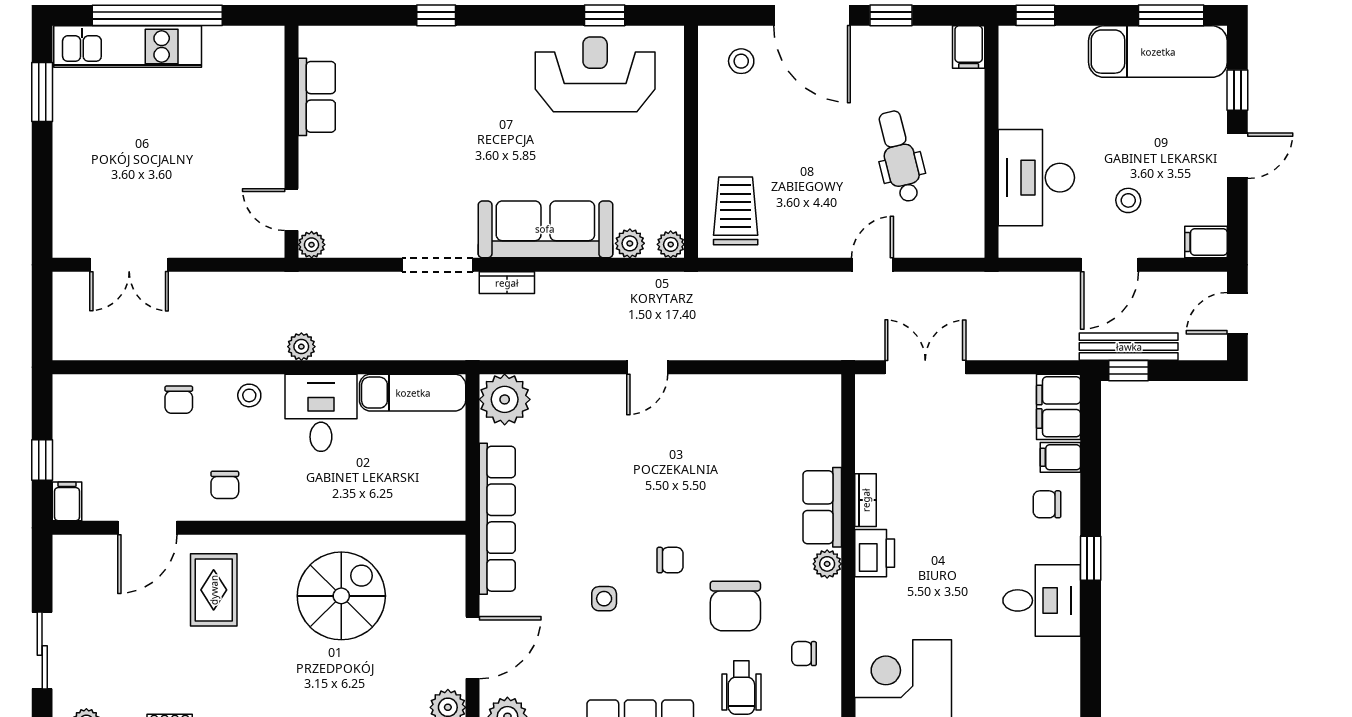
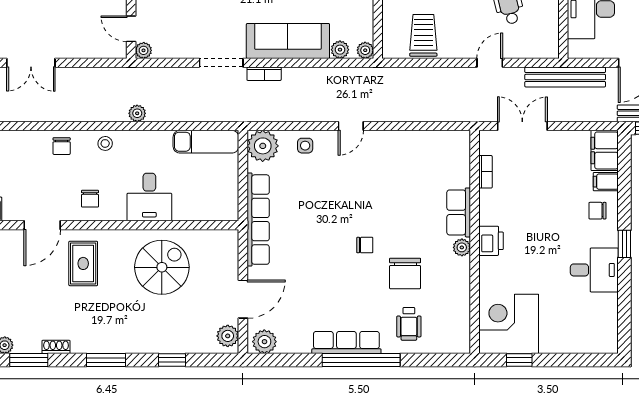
trolley: (736, 211) -> (423, 35), moved
bench: (995, 288) -> (565, 77), added
desk: (321, 413) -> (149, 197), moved, turned 180
bookcase: (866, 500) -> (485, 172), moved
side table: (604, 599) -> (305, 146), moved
chair: (804, 654) -> (447, 303), removed

